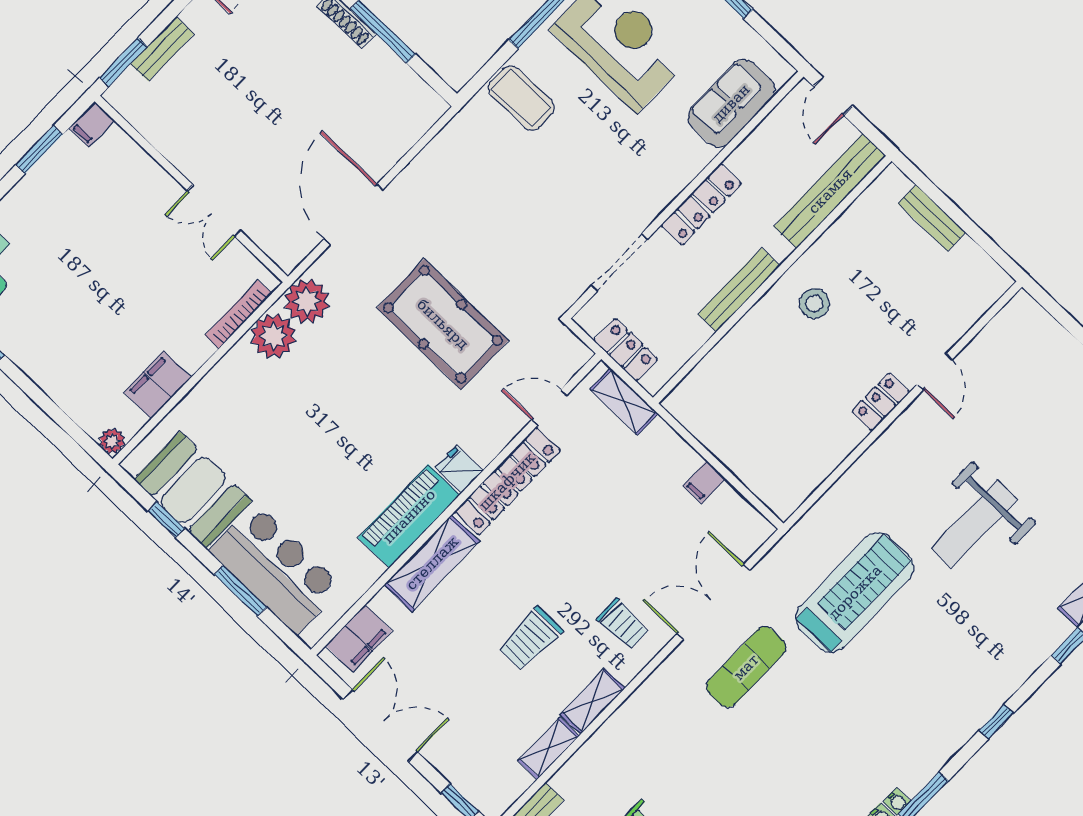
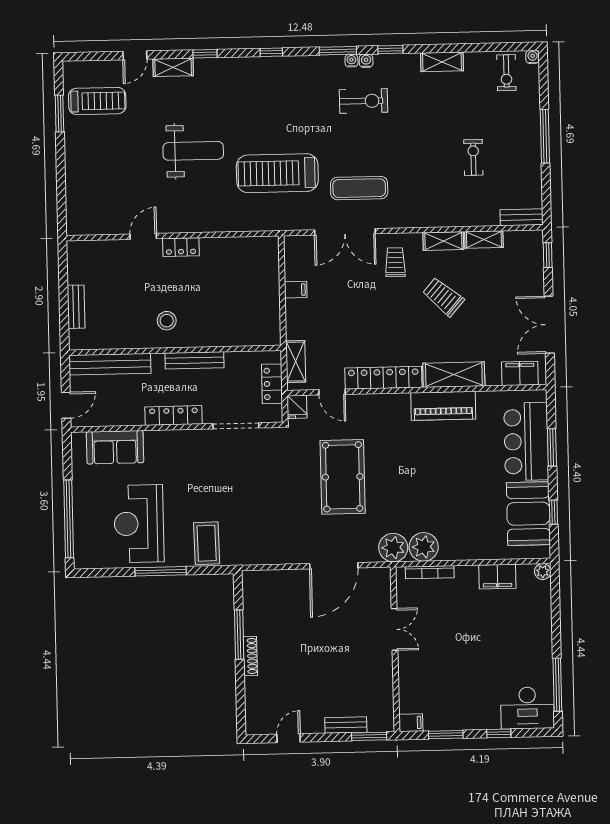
fridge: (459, 469) -> (297, 407), moved
trolley: (530, 639) -> (443, 297), turned -139
exercise bike: (839, 770) -> (363, 101), added

